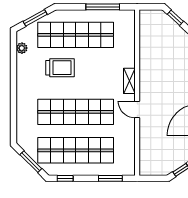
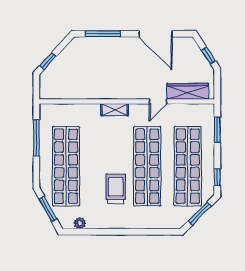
trolley: (60, 68) -> (116, 189), moved
door: (137, 109) -> (158, 101), moved
wardrobe: (147, 150) -> (188, 91), added

